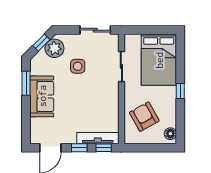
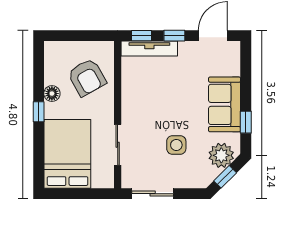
plant: (54, 48) -> (221, 155), moved
window: (26, 83) -> (246, 122), width x0.67
floor lamp: (170, 134) -> (52, 94), moved

